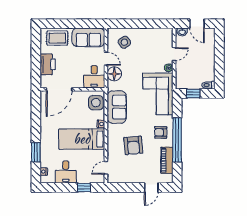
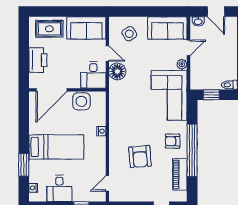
side table: (96, 103) -> (81, 101), moved
sofa: (117, 107) -> (167, 28), moved, turned 90
bed: (82, 139) -> (56, 147), moved, turned 180

